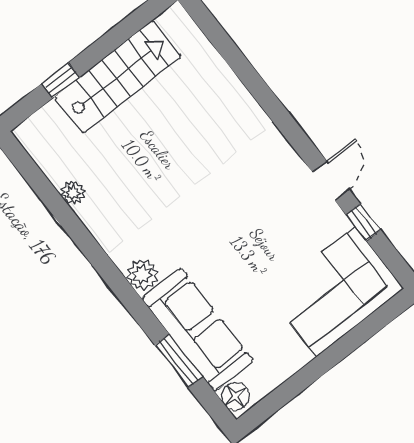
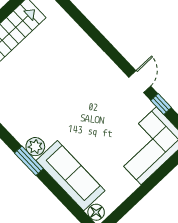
window: (179, 361) -> (29, 161), moved

